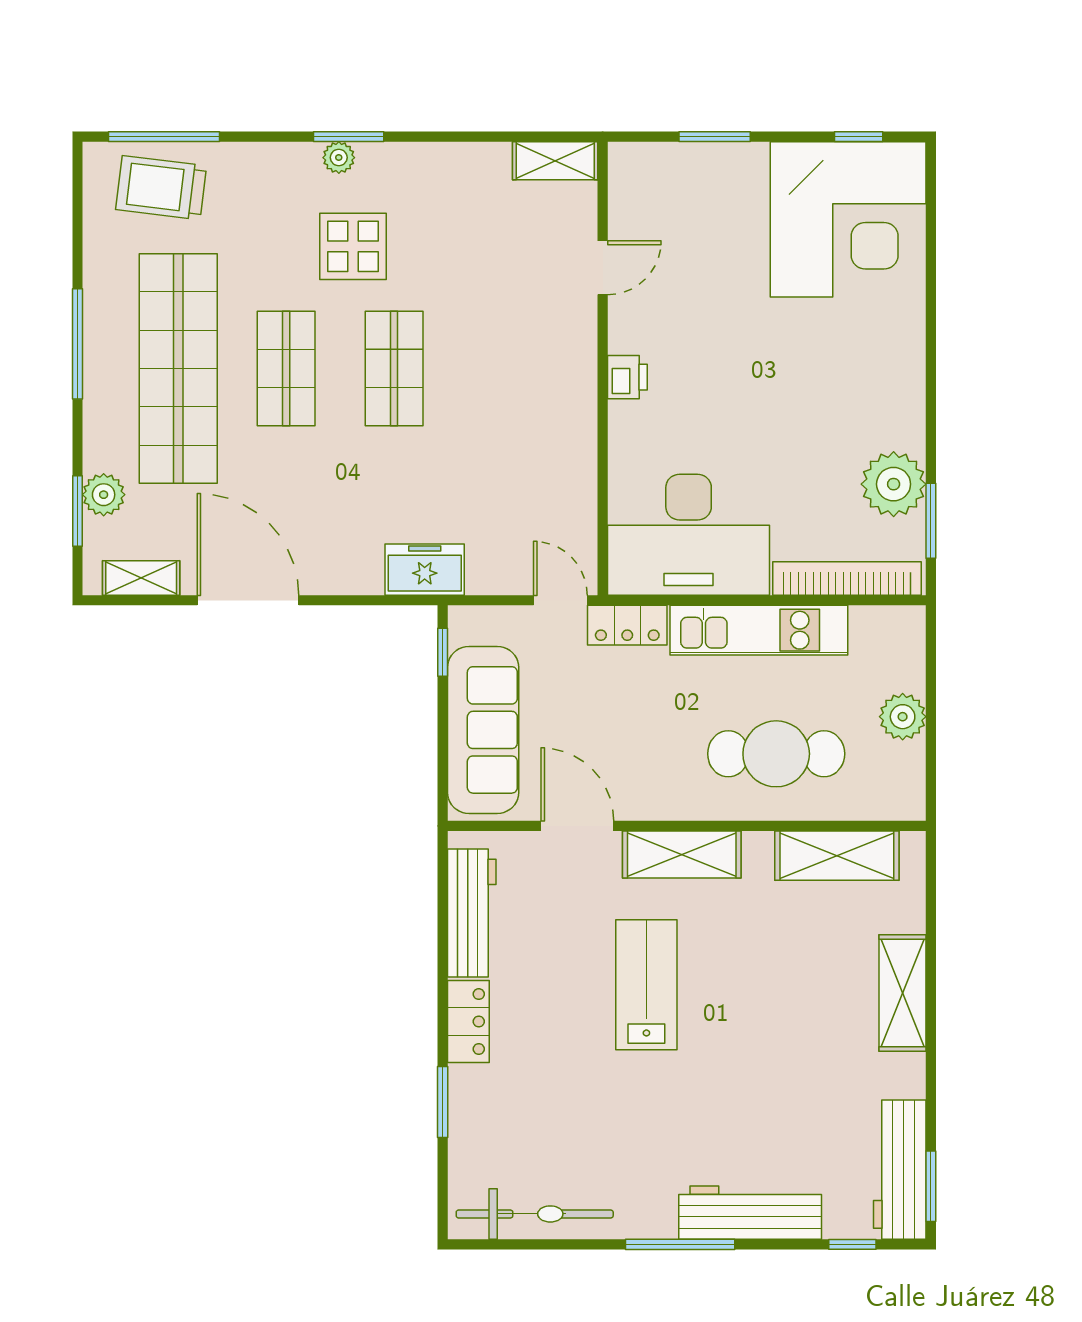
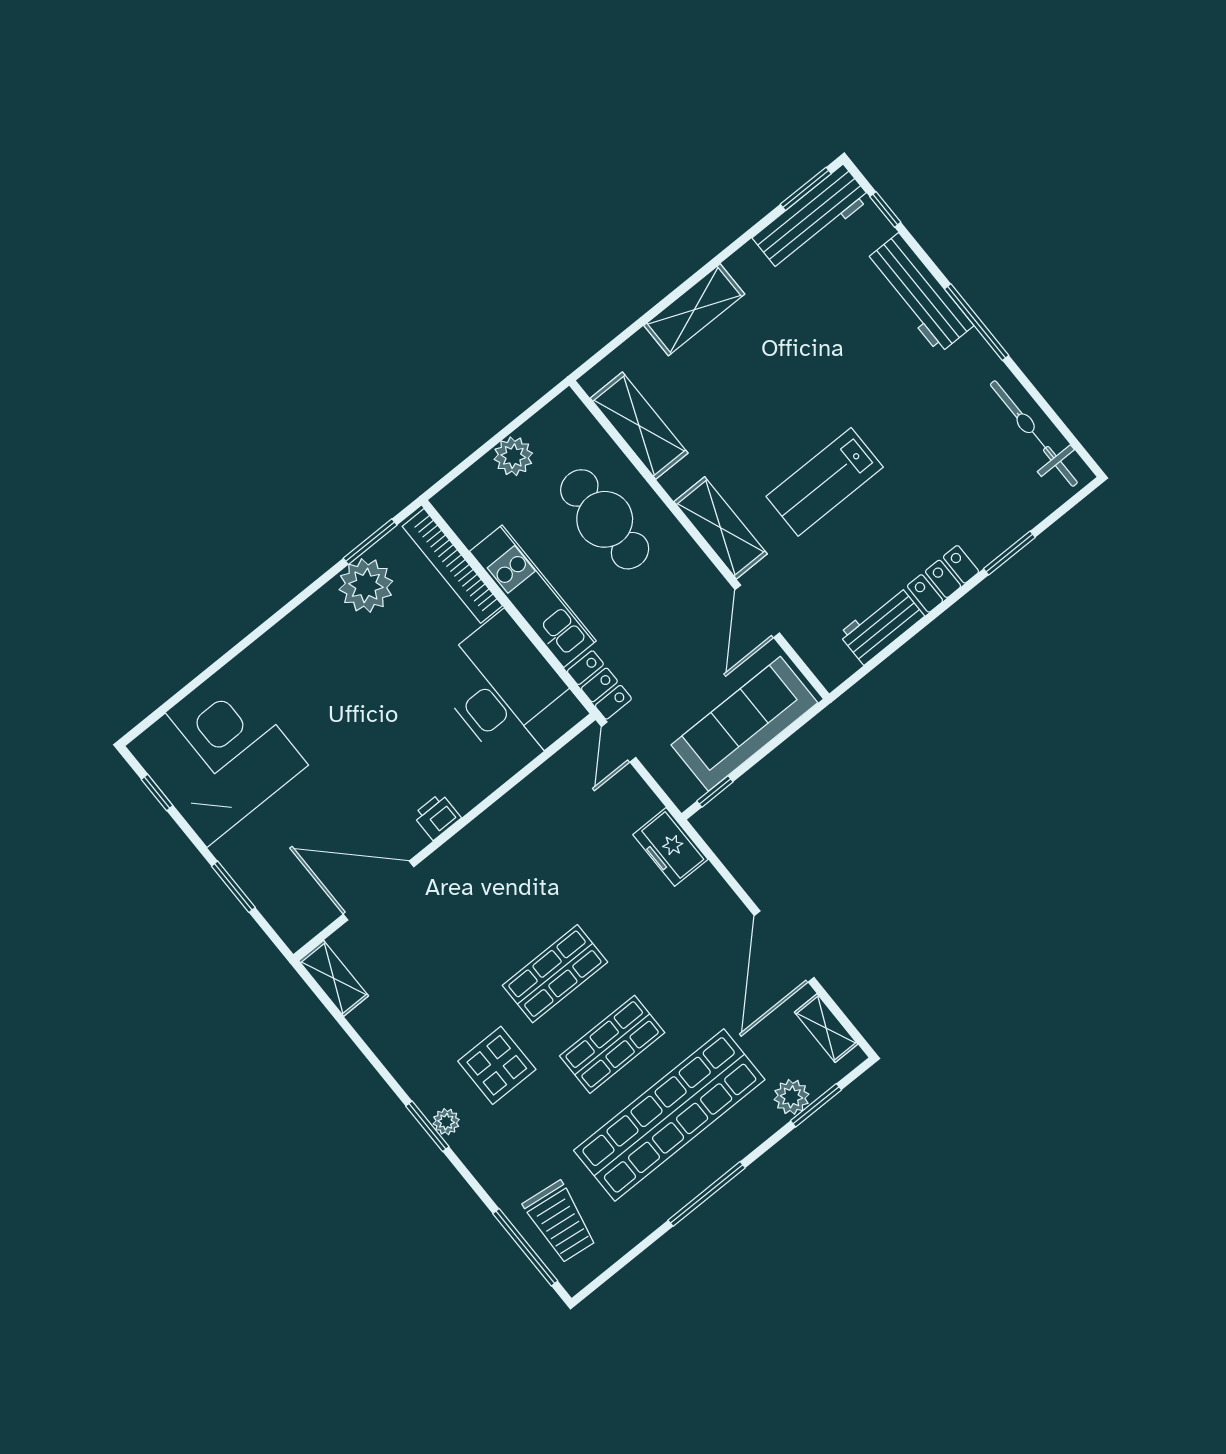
door: (603, 268) -> (378, 891), width x1.88
workbench: (472, 913) -> (882, 625), width x0.73

